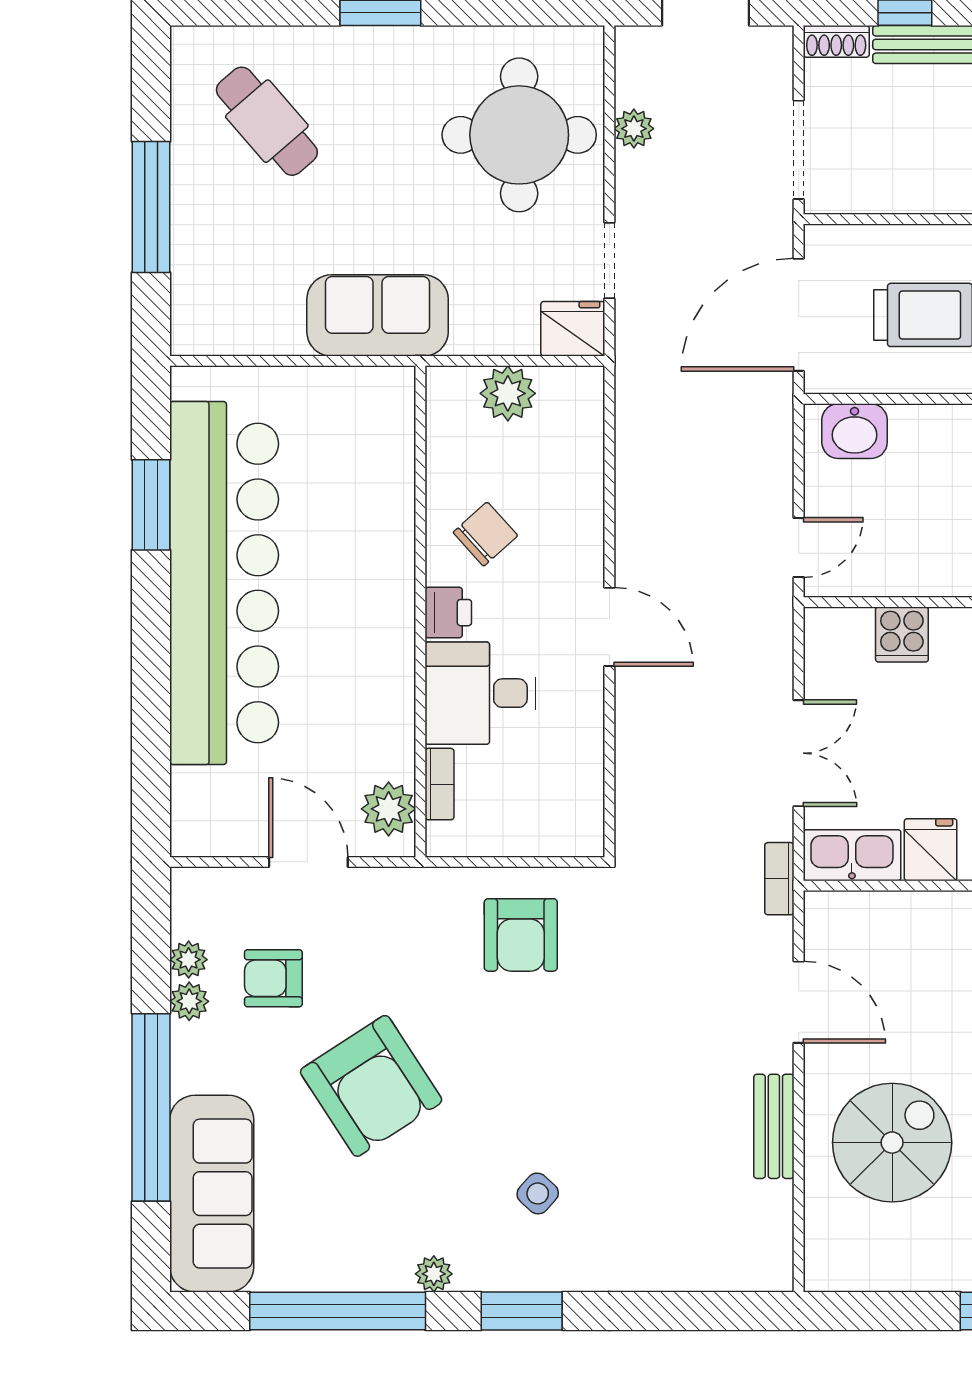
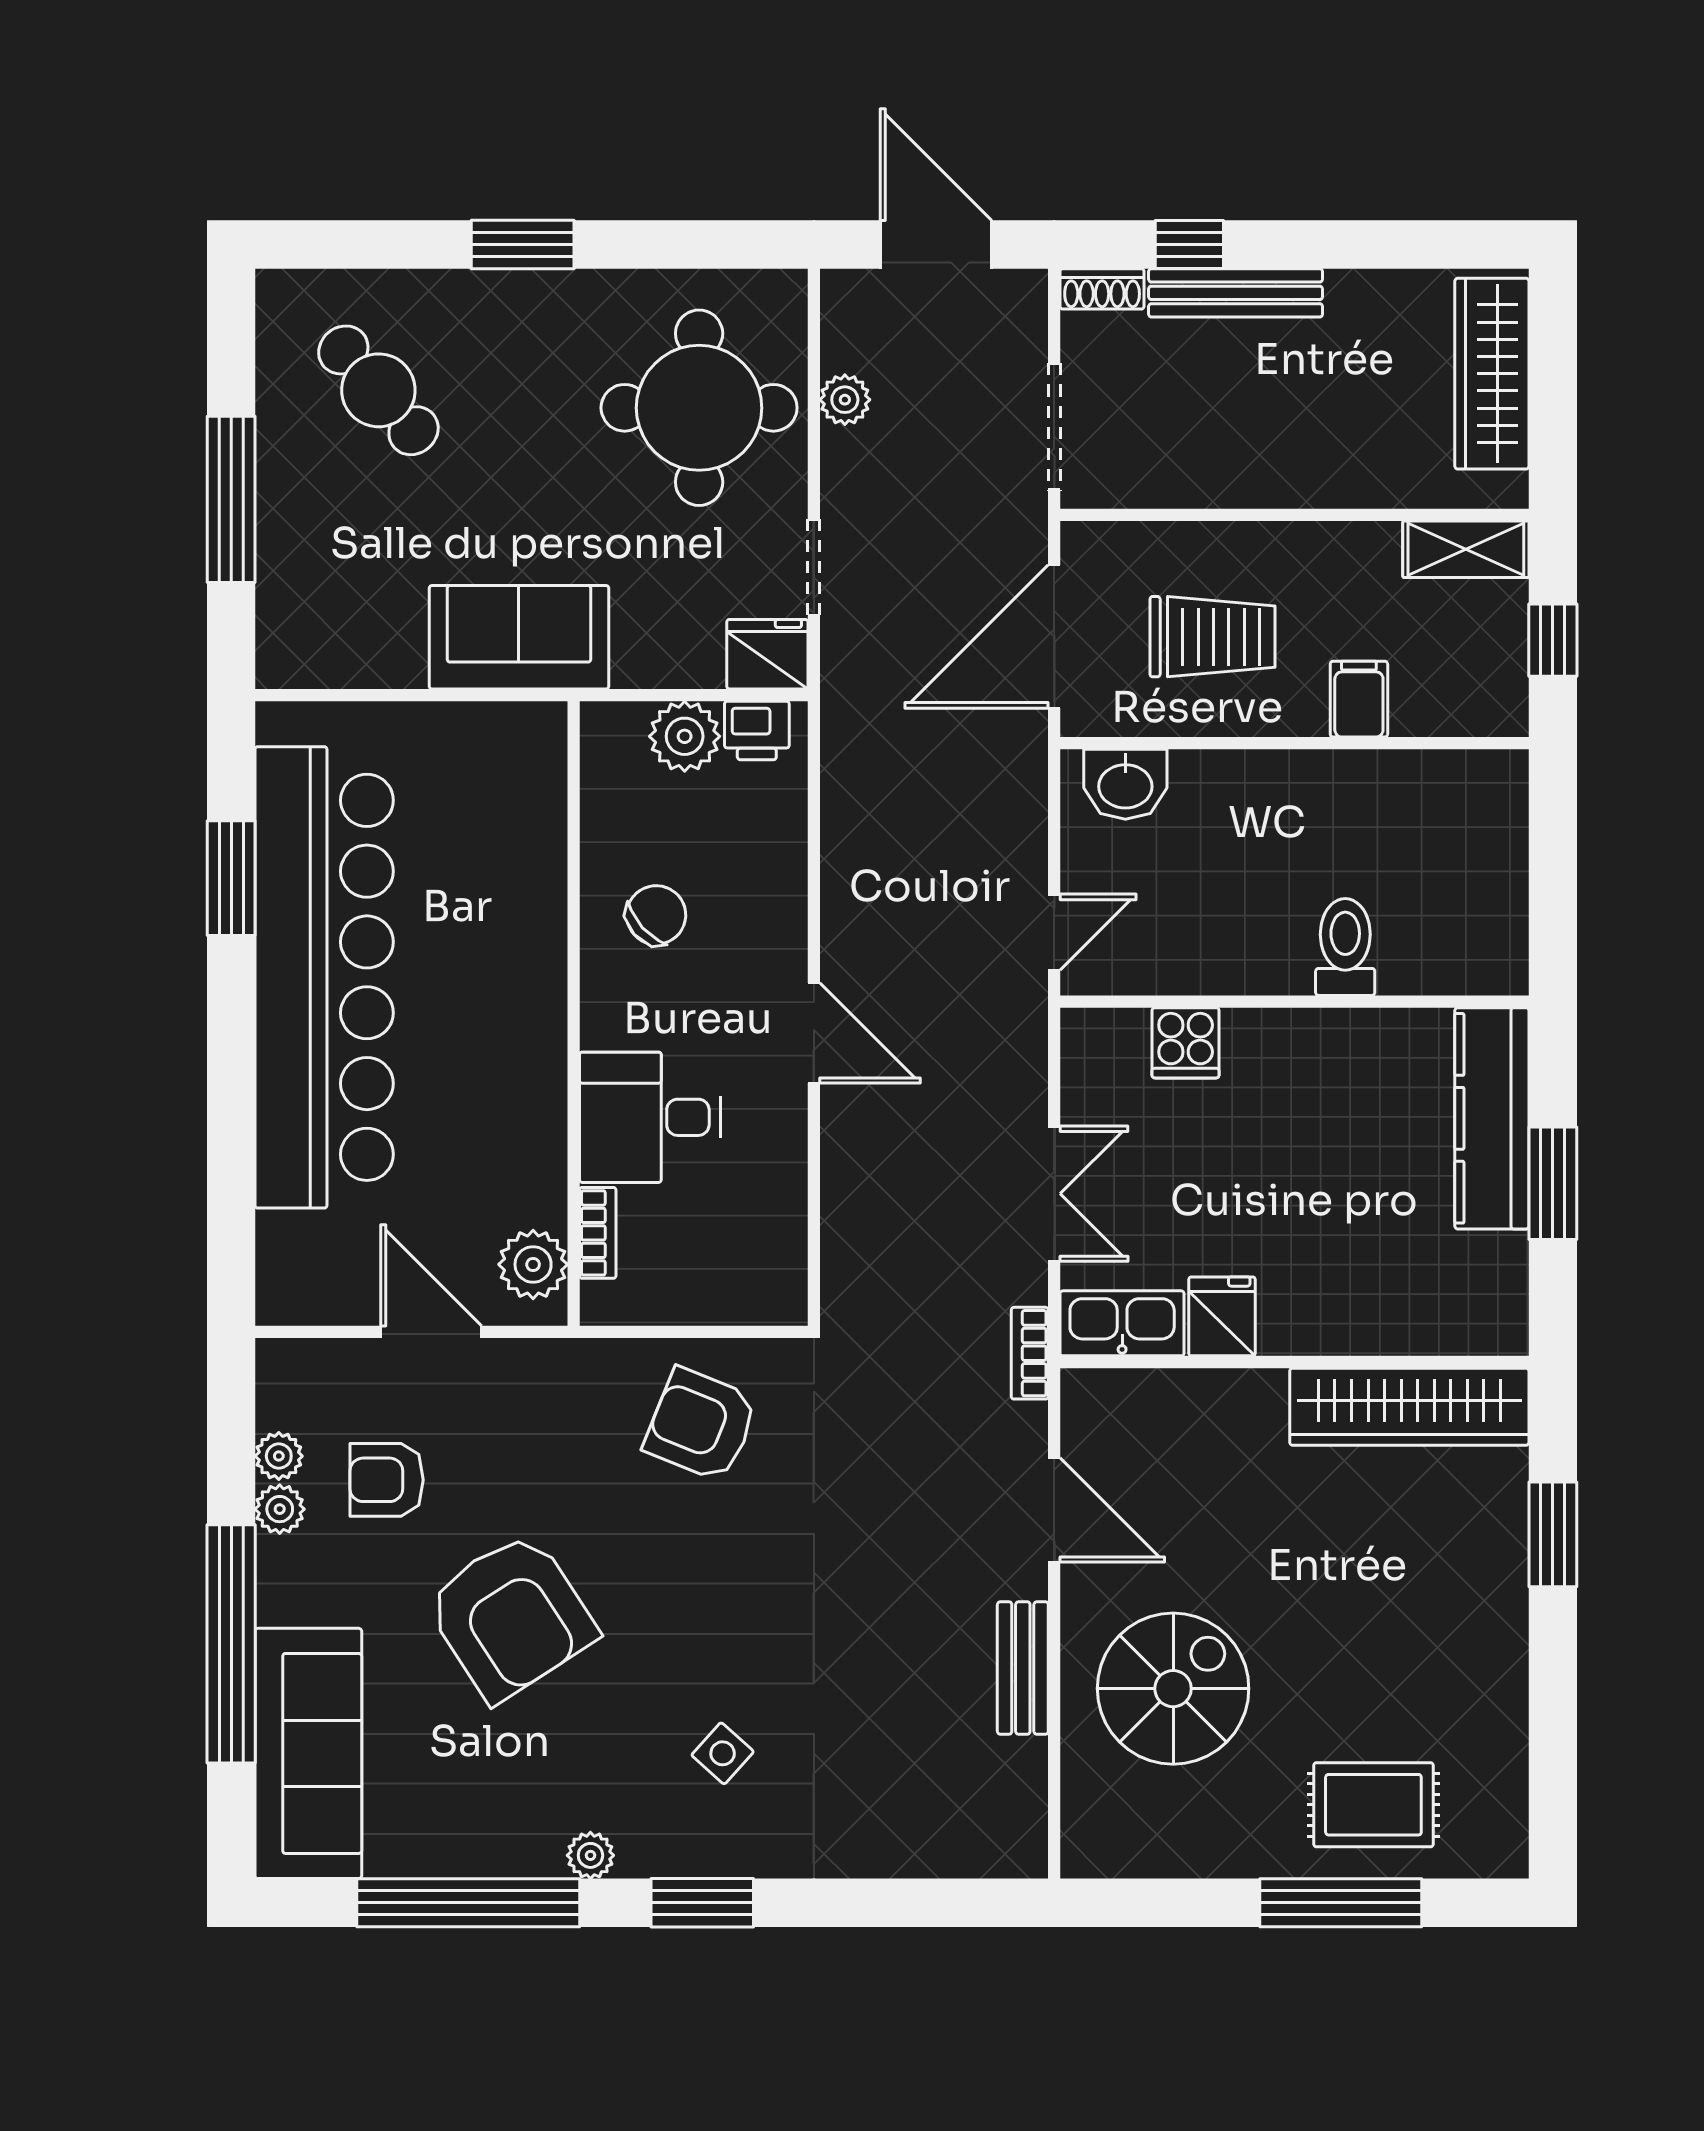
printer: (448, 613) -> (757, 730), moved, turned 90
armchair: (521, 935) -> (701, 1425), turned 112

